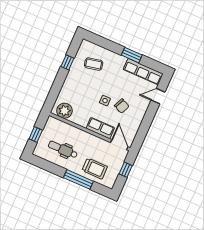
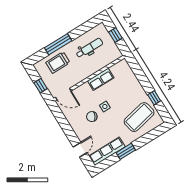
coffee table: (94, 64) -> (139, 117), width x1.86, depth x1.72
plant: (64, 111) -> (119, 70), removed
row of seats: (100, 128) -> (101, 79), moved

